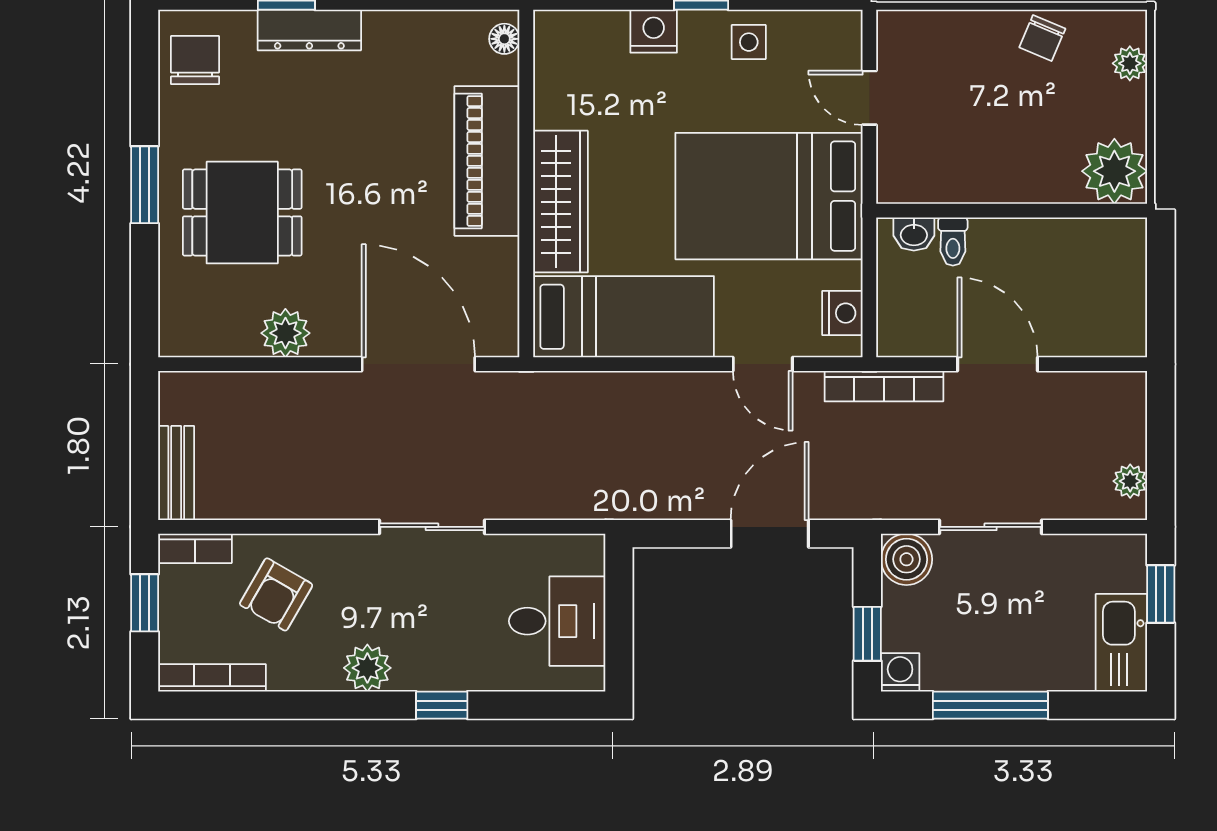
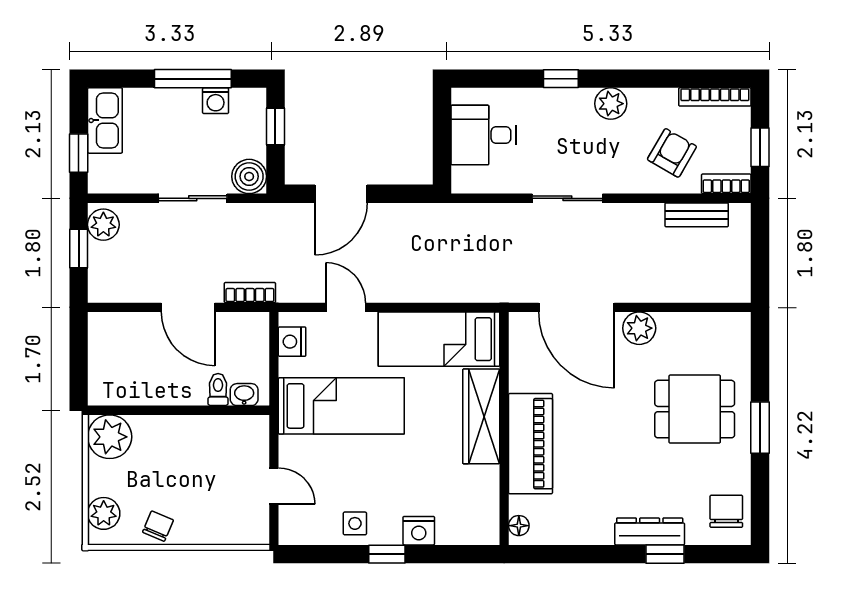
chair: (195, 60) -> (726, 511), turned 180
plant: (1130, 63) -> (104, 513), width x1.38, depth x1.38
bed: (769, 196) -> (341, 406), width x0.67
plant: (285, 333) -> (639, 328), moved
bookcase: (884, 386) -> (250, 293), width x0.64
window: (1161, 452) -> (79, 249), added
bench: (176, 473) -> (697, 215), moved, turned 90
plant: (1130, 481) -> (103, 225), width x1.38, depth x1.38
washing machine: (900, 672) -> (216, 101), moved

